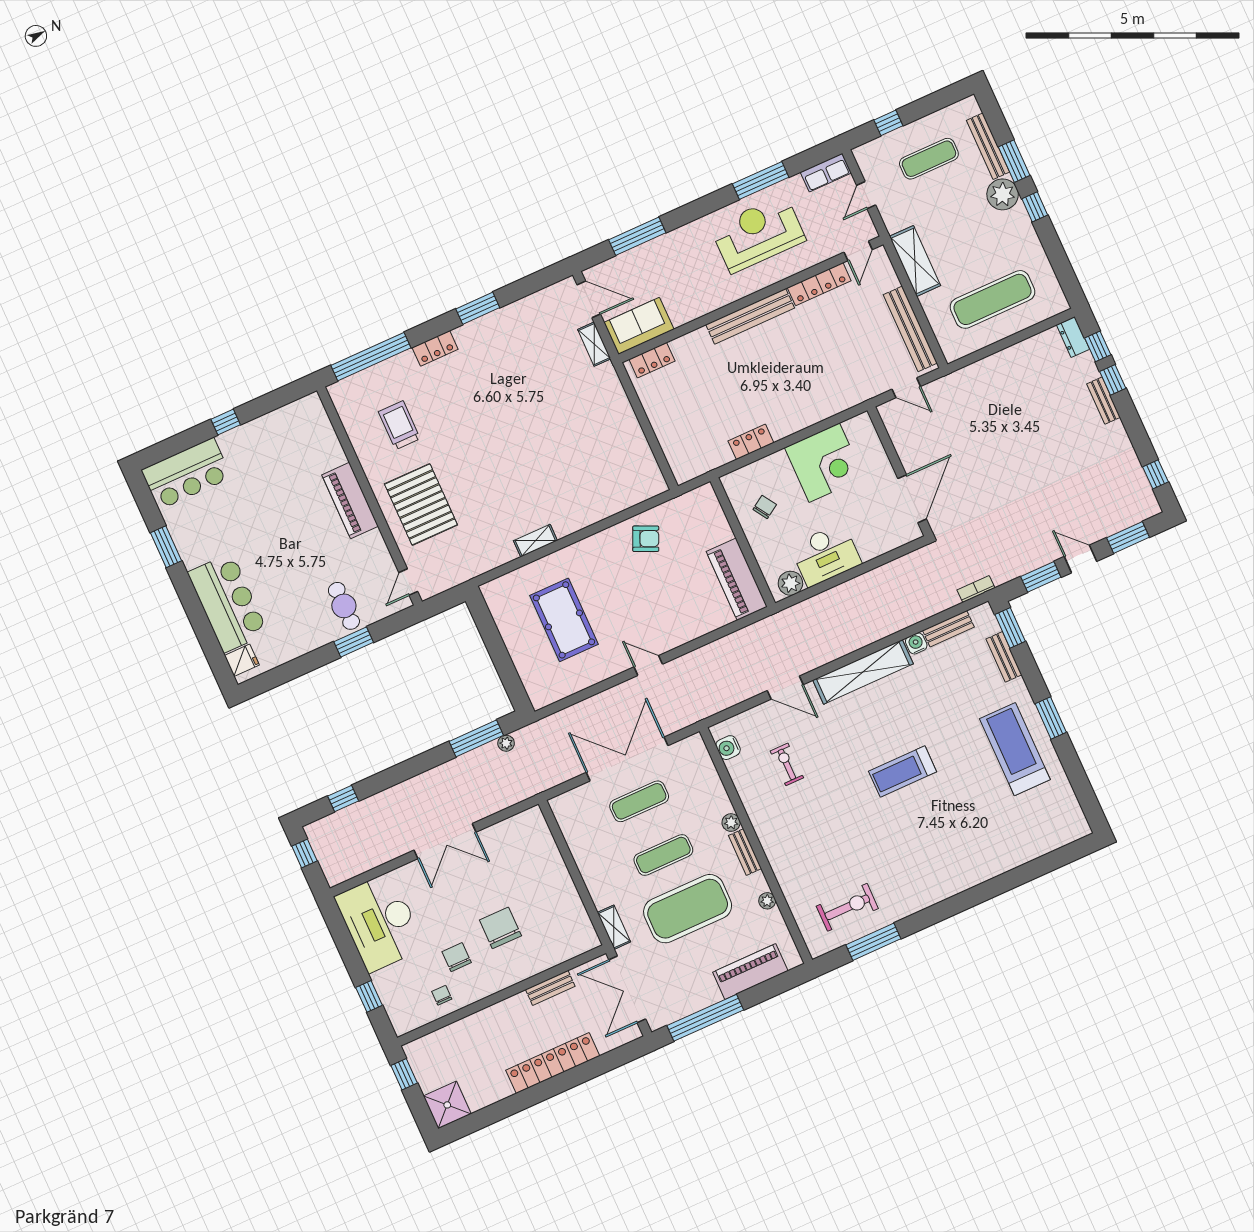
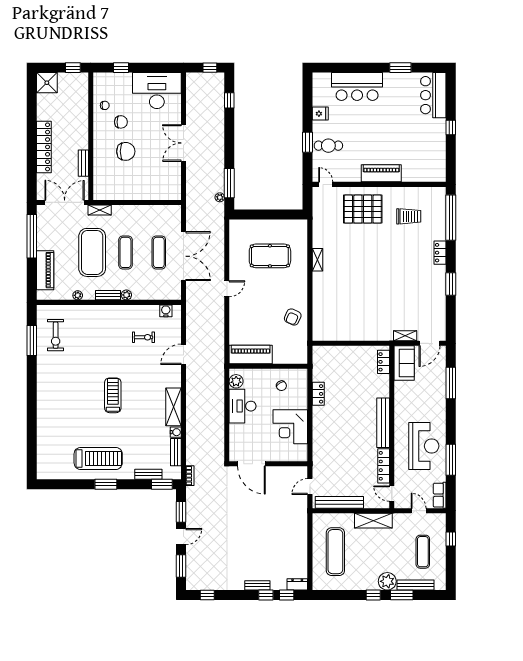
fridge: (242, 660) -> (320, 114), moved, turned -90
shelving: (863, 672) -> (173, 407), width x0.68

